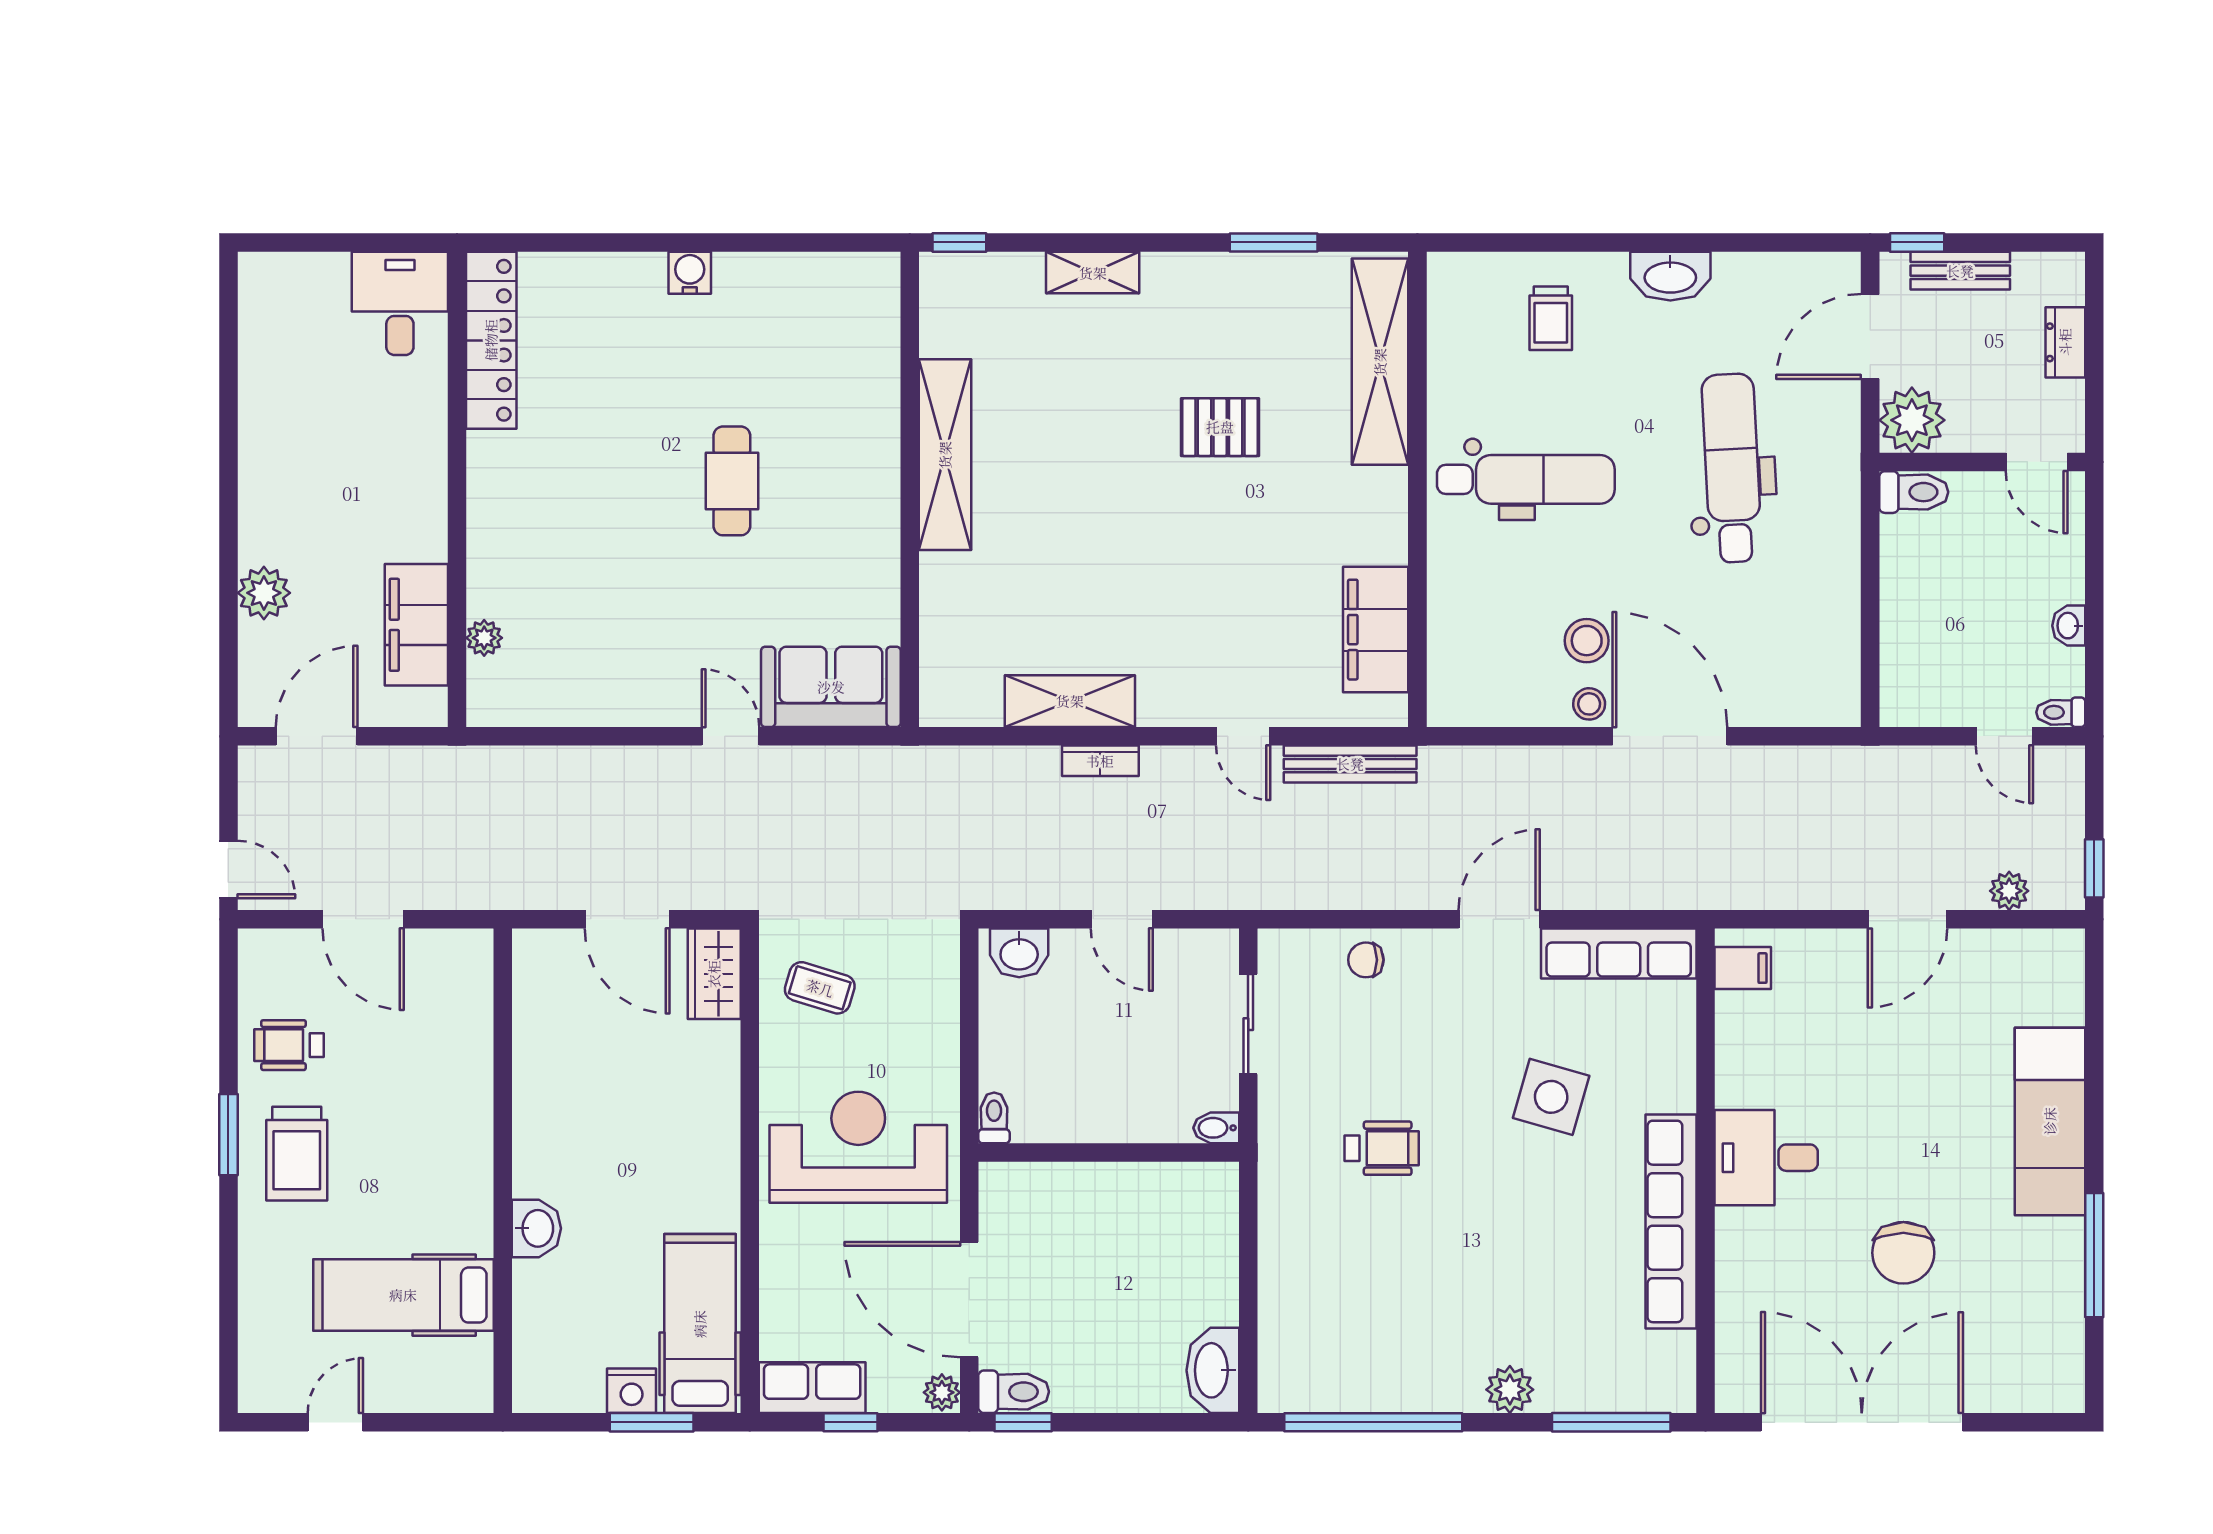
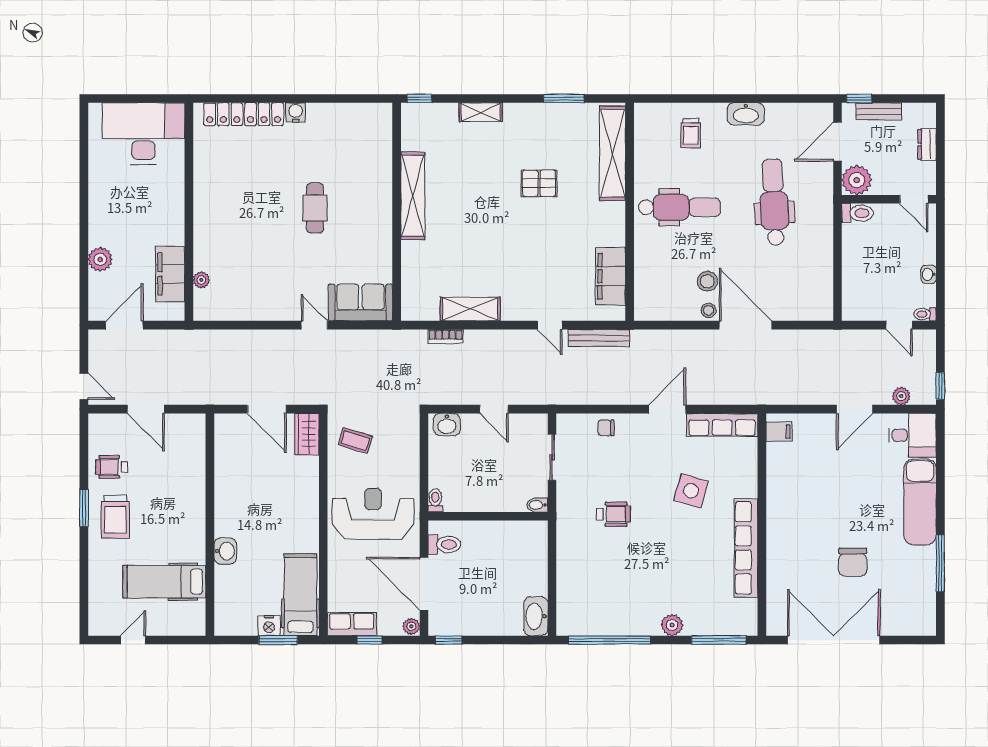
desk: (400, 303) -> (143, 134), width x1.87, depth x1.30
locker: (491, 340) -> (244, 114), moved, turned 90
bookcase: (1100, 761) -> (446, 336), moved
desk: (1766, 1158) -> (912, 435), moved, turned 180
toilet: (1014, 1392) -> (444, 544), moved

